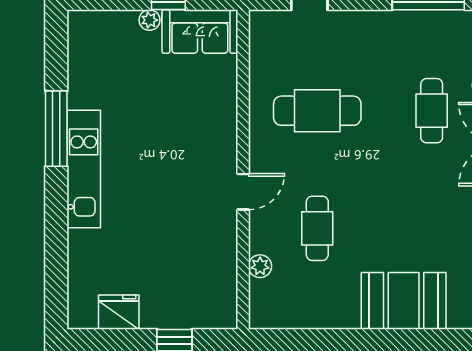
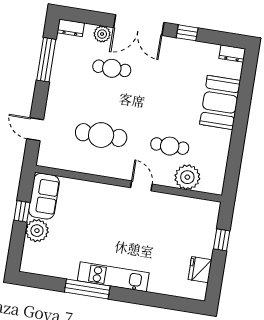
plant: (150, 20) -> (37, 231), width x1.88, depth x1.88
cafe table: (317, 111) -> (101, 135), turned 90
plant: (260, 266) -> (187, 177), width x1.88, depth x1.88

